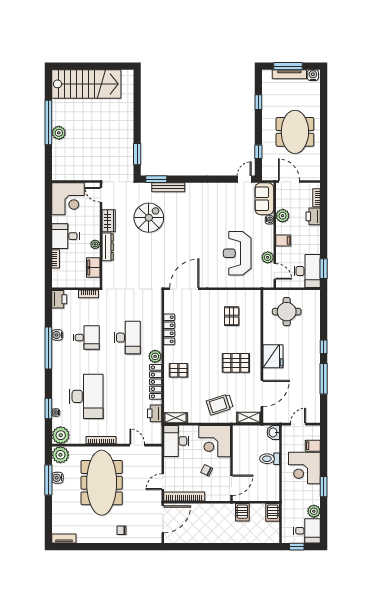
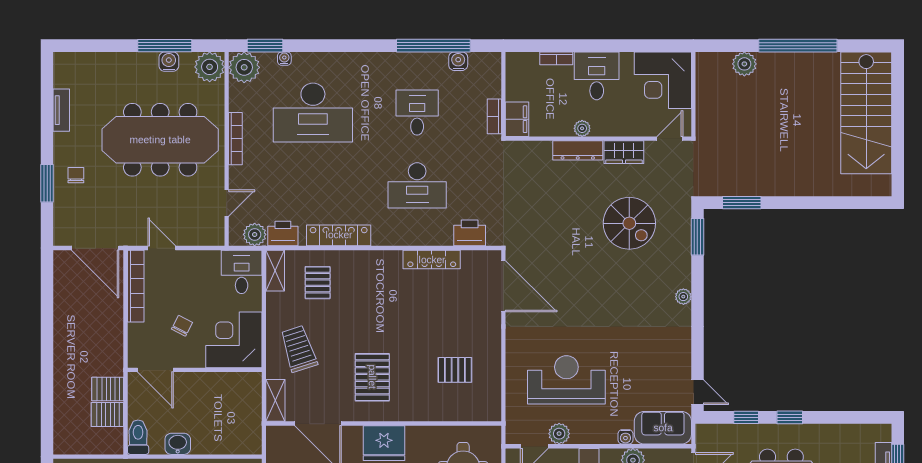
window: (258, 102) -> (790, 417), moved
plant: (59, 133) -> (744, 64), moved
bench: (168, 187) -> (683, 258), removed
plant: (190, 187) -> (683, 297), added
filing cabinet: (93, 268) -> (517, 119), moved, turned 90
printer: (59, 299) -> (470, 233), moved, turned 180
water cooler: (57, 335) -> (458, 61), moved
desk: (86, 338) -> (417, 112), turned 180
window: (48, 348) -> (433, 46), moved
plant: (155, 356) -> (255, 234), moved
pallet: (178, 370) -> (318, 283), moved
window: (48, 408) -> (265, 46), moved
washbasin: (273, 432) -> (178, 444), moved
desk: (176, 441) -> (242, 272), width x0.73
toilet: (270, 459) -> (138, 437), moved
server rack: (273, 512) -> (107, 415), moved
tv unit: (64, 538) -> (61, 110), moved
window: (126, 547) -> (47, 183), added

